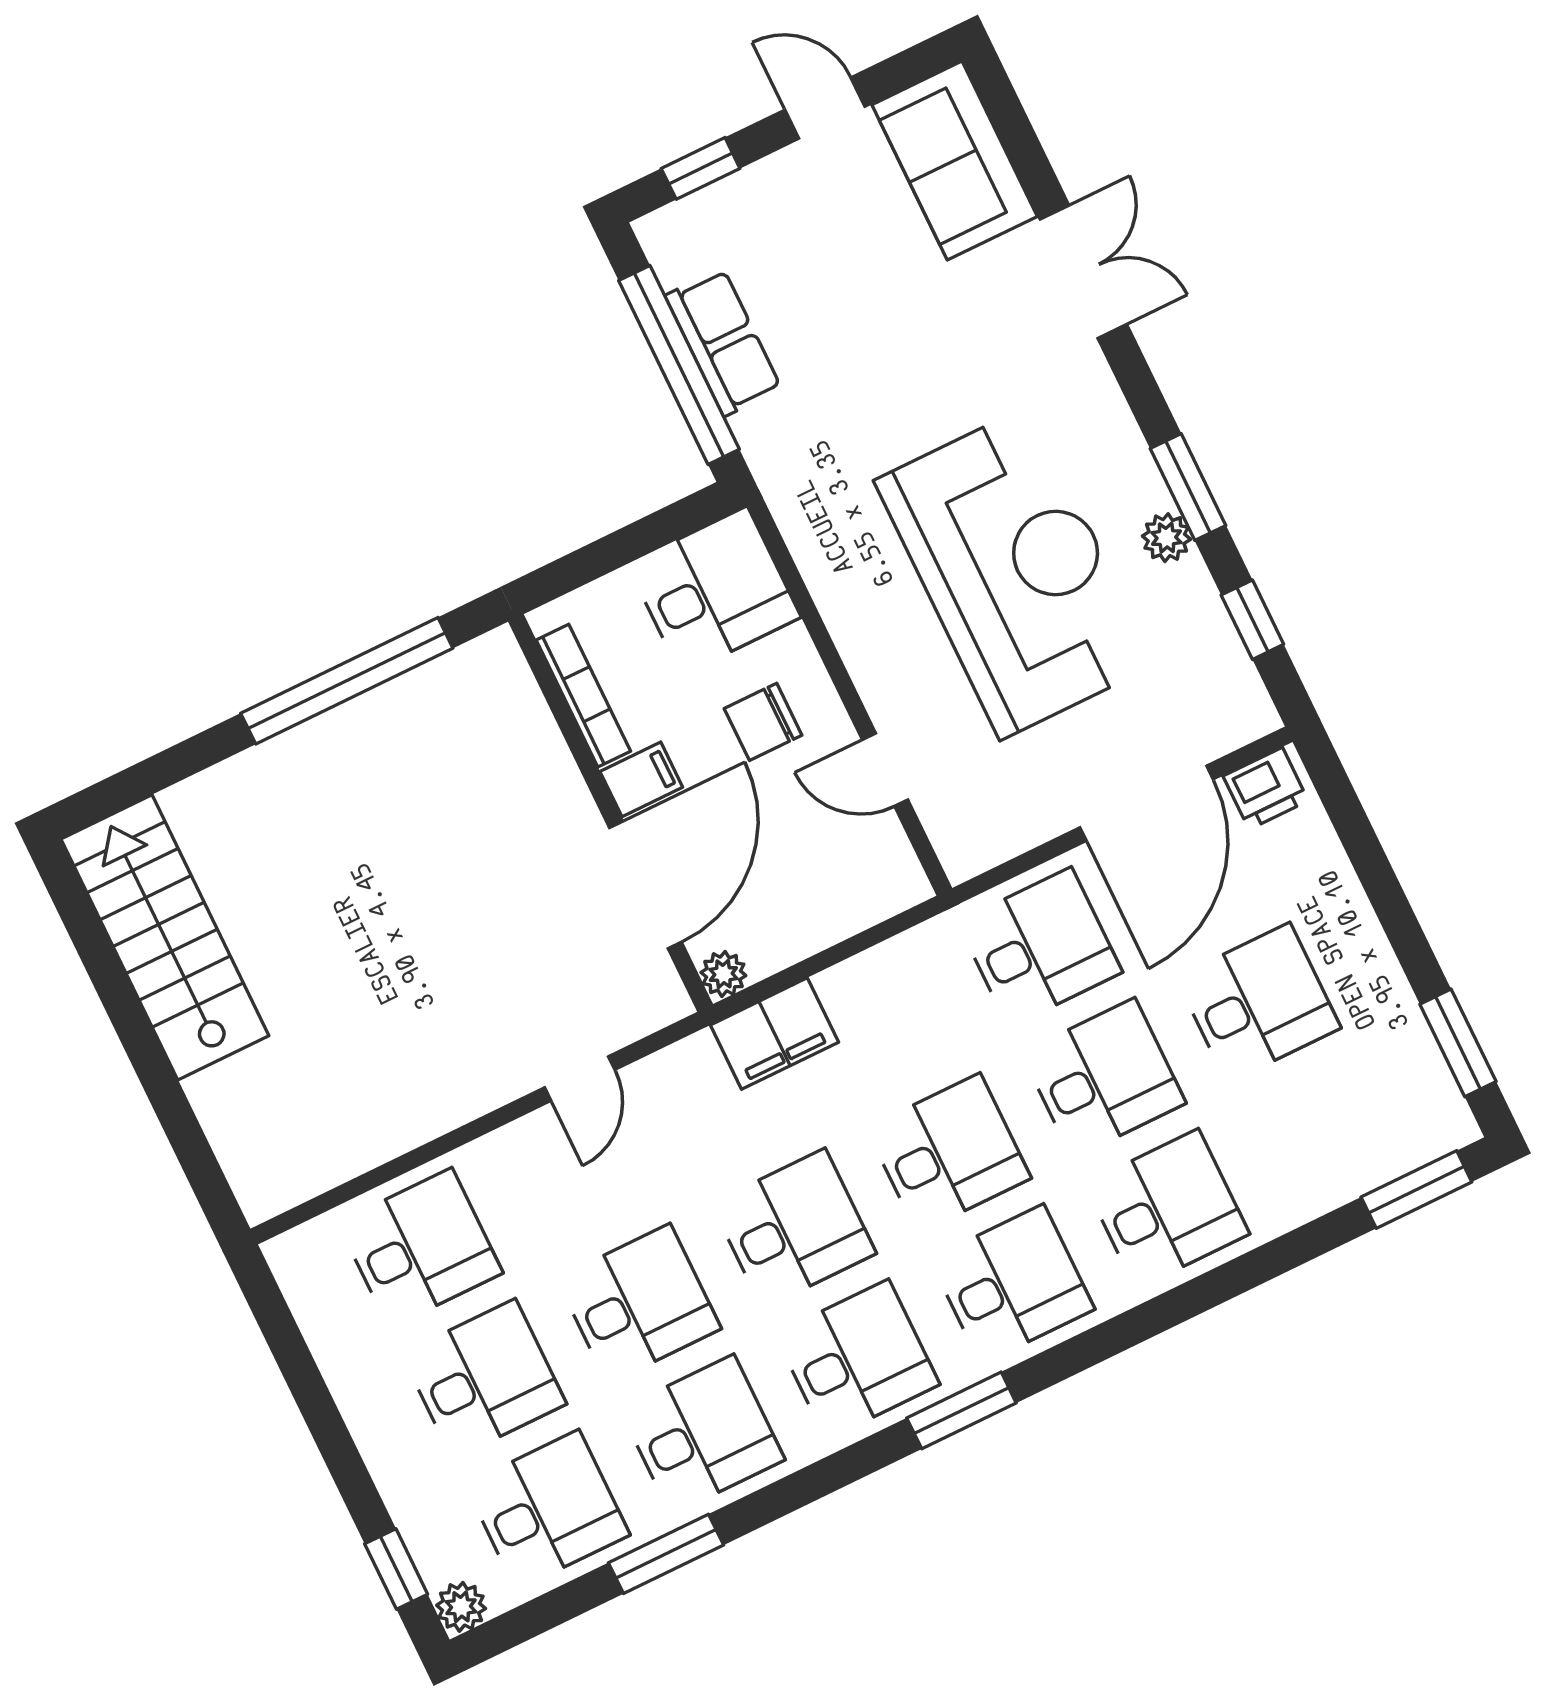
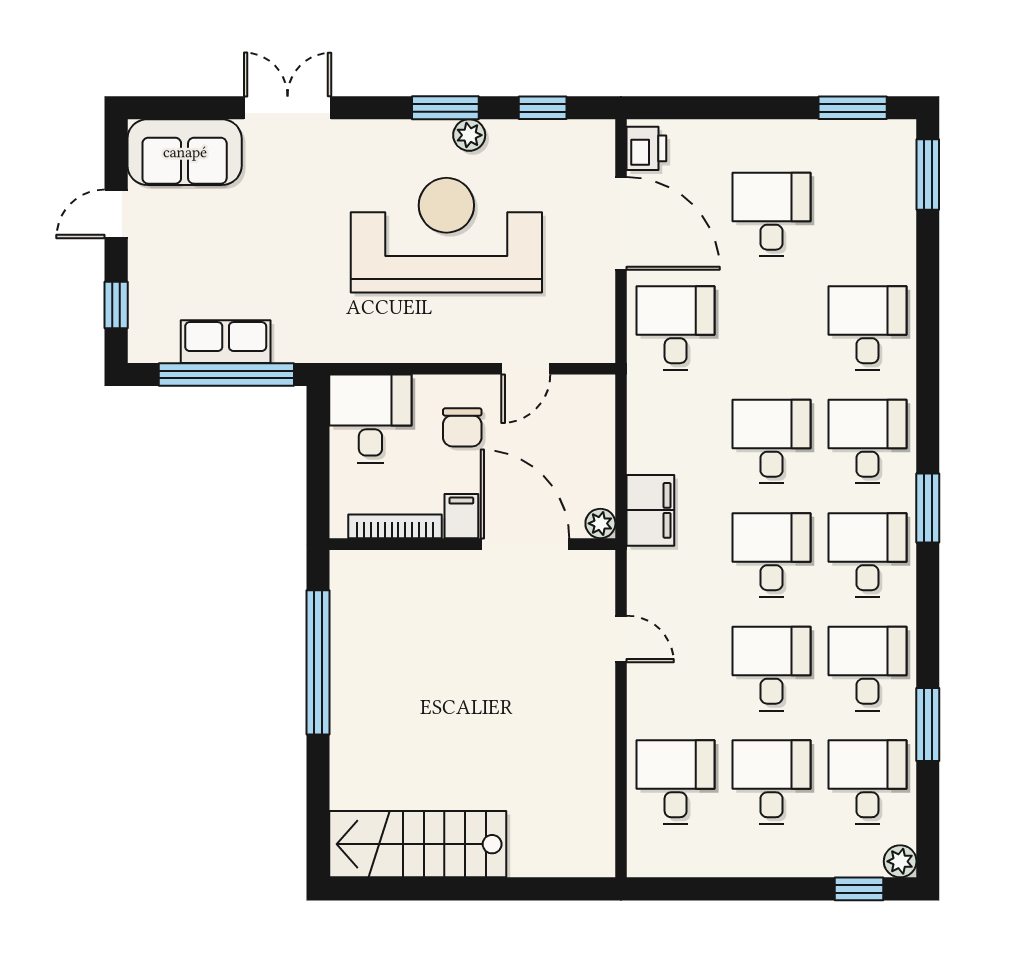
desk: (1103, 1078) -> (772, 328), removed

